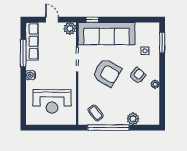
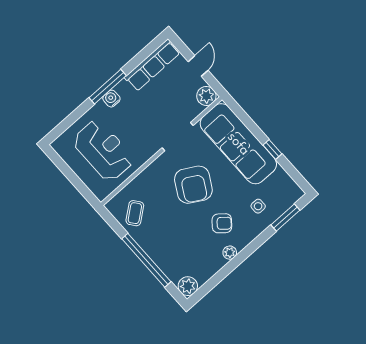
window: (92, 20) -> (272, 150), moved
window: (23, 53) -> (108, 87), moved
reception desk: (52, 101) -> (103, 151), turned 180
plant: (133, 119) -> (188, 286), moved
window: (108, 128) -> (146, 260), moved

